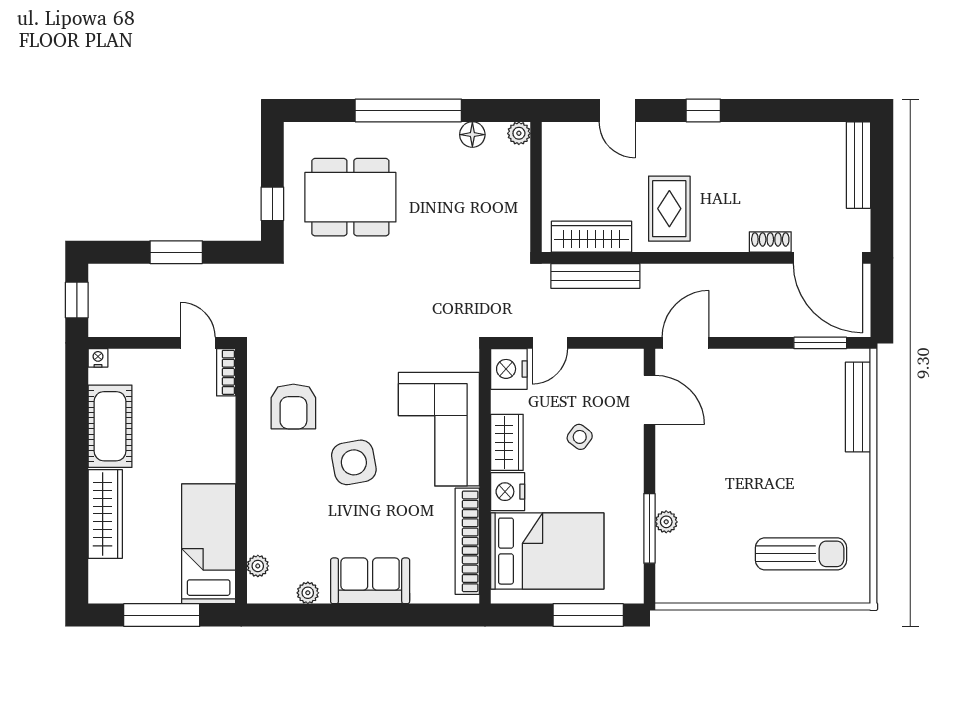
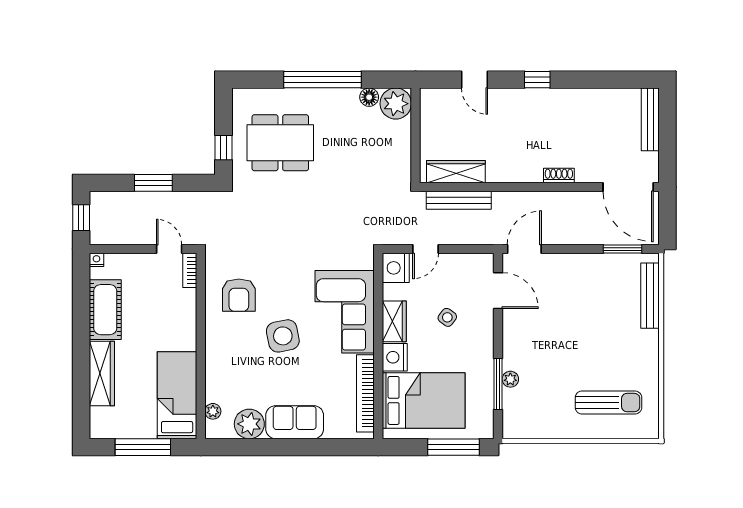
plant: (519, 133) -> (396, 104), width x1.88, depth x1.88
rug: (669, 209) -> (513, 151), removed
shoe rack: (770, 242) -> (559, 175), moved
plant: (308, 593) -> (249, 424), width x1.88, depth x1.88

